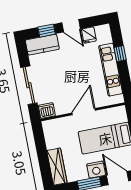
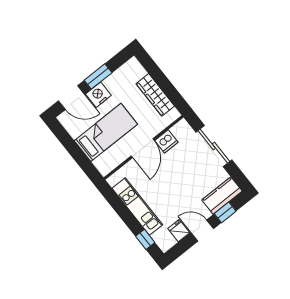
window: (120, 54) -> (145, 239), moved
dishwasher: (47, 111) -> (166, 141), moved
wardrobe: (57, 167) -> (155, 95), moved

